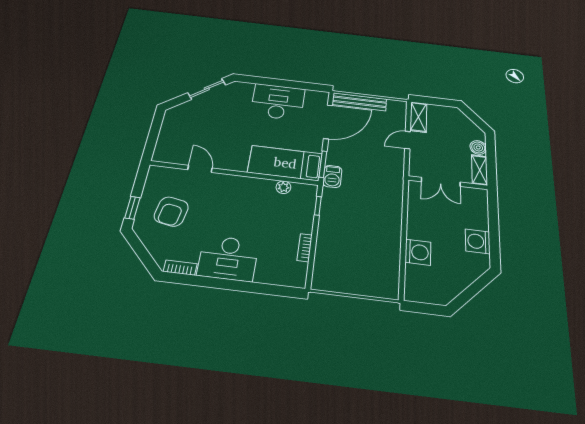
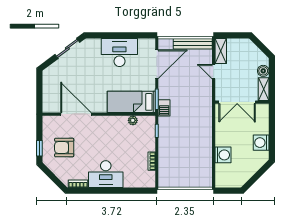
bench: (359, 102) -> (193, 44), moved
door: (408, 140) -> (214, 72), hinge flipped
door: (200, 169) -> (76, 114), width x1.88
double door: (441, 182) -> (237, 102), width x1.37
armchair: (171, 212) -> (64, 147), turned 80

